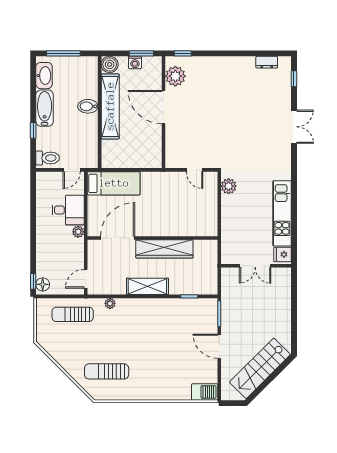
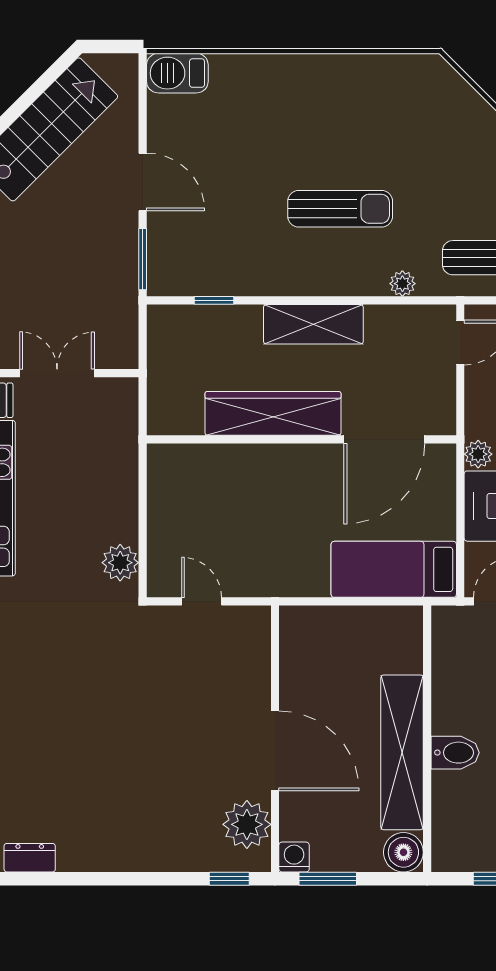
washing machine: (135, 62) -> (294, 857), moved
sun lounger: (107, 371) -> (340, 209), moved

